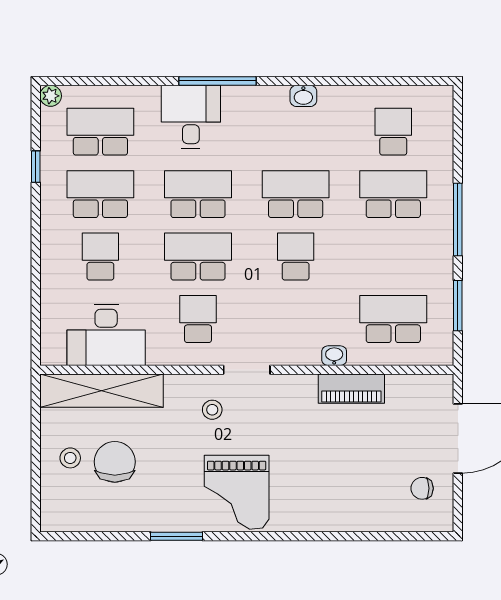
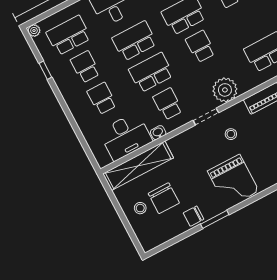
school desk: (100, 194) -> (85, 67), width x0.54
plant: (298, 344) -> (225, 90), added
washbasin: (334, 356) -> (158, 133), moved
stool: (212, 410) -> (231, 134), moved
chair: (115, 462) -> (164, 198), turned 180
chair: (146, 514) -> (193, 216), added

